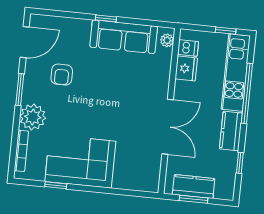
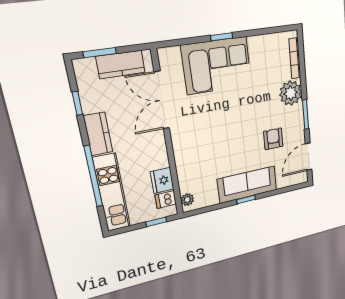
window: (226, 31) -> (156, 222), moved
sofa: (124, 37) -> (247, 185), moved
double door: (168, 127) -> (162, 100), moved
corner sofa: (80, 161) -> (217, 66), moved
window: (56, 185) -> (222, 37), moved
window: (193, 199) -> (100, 53), moved

